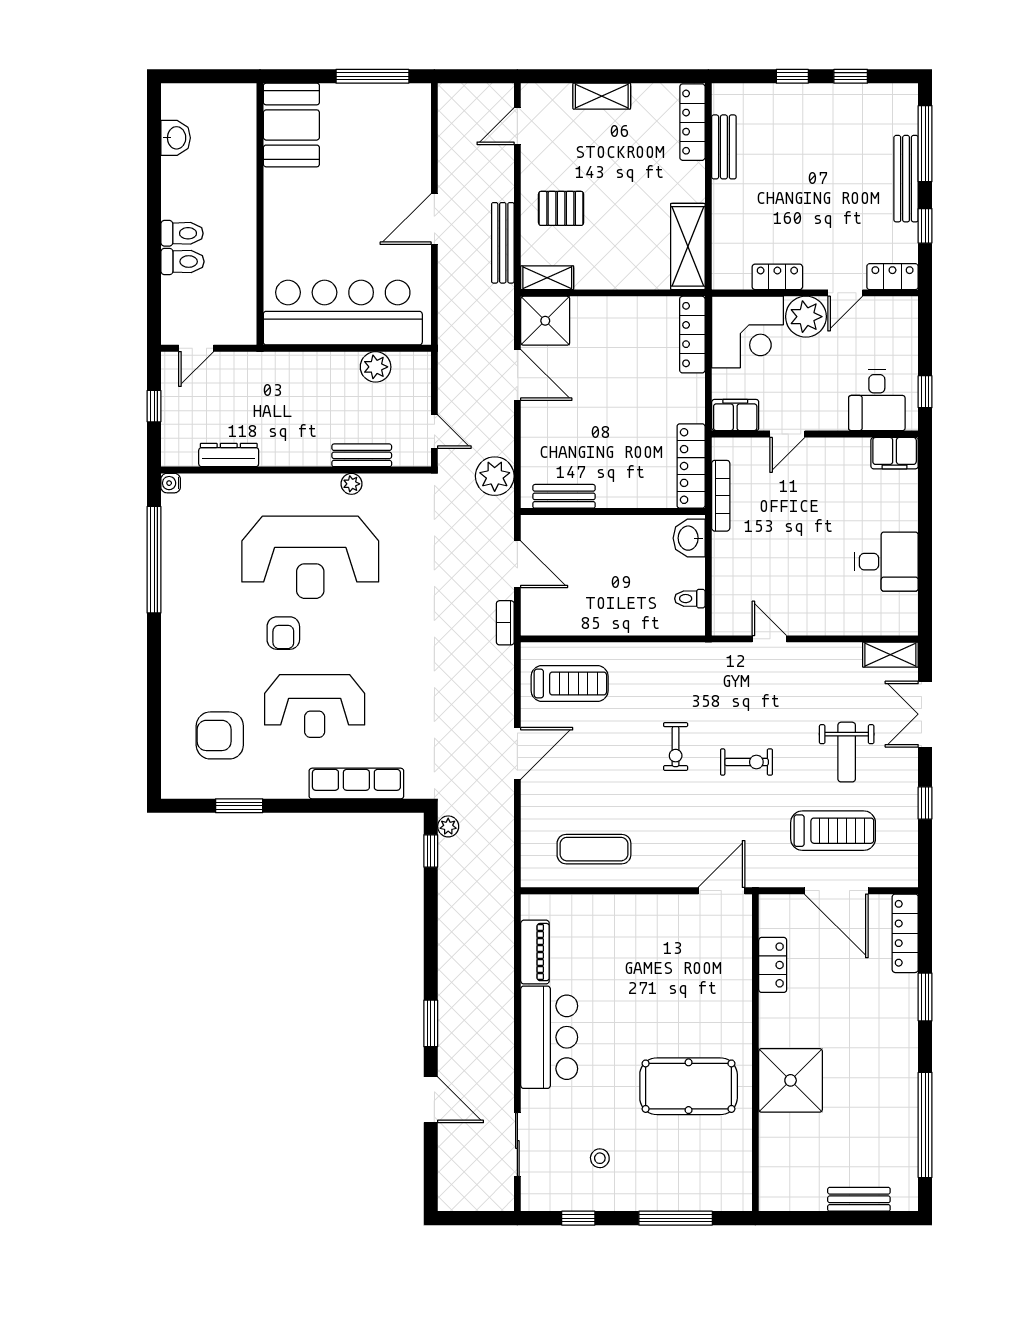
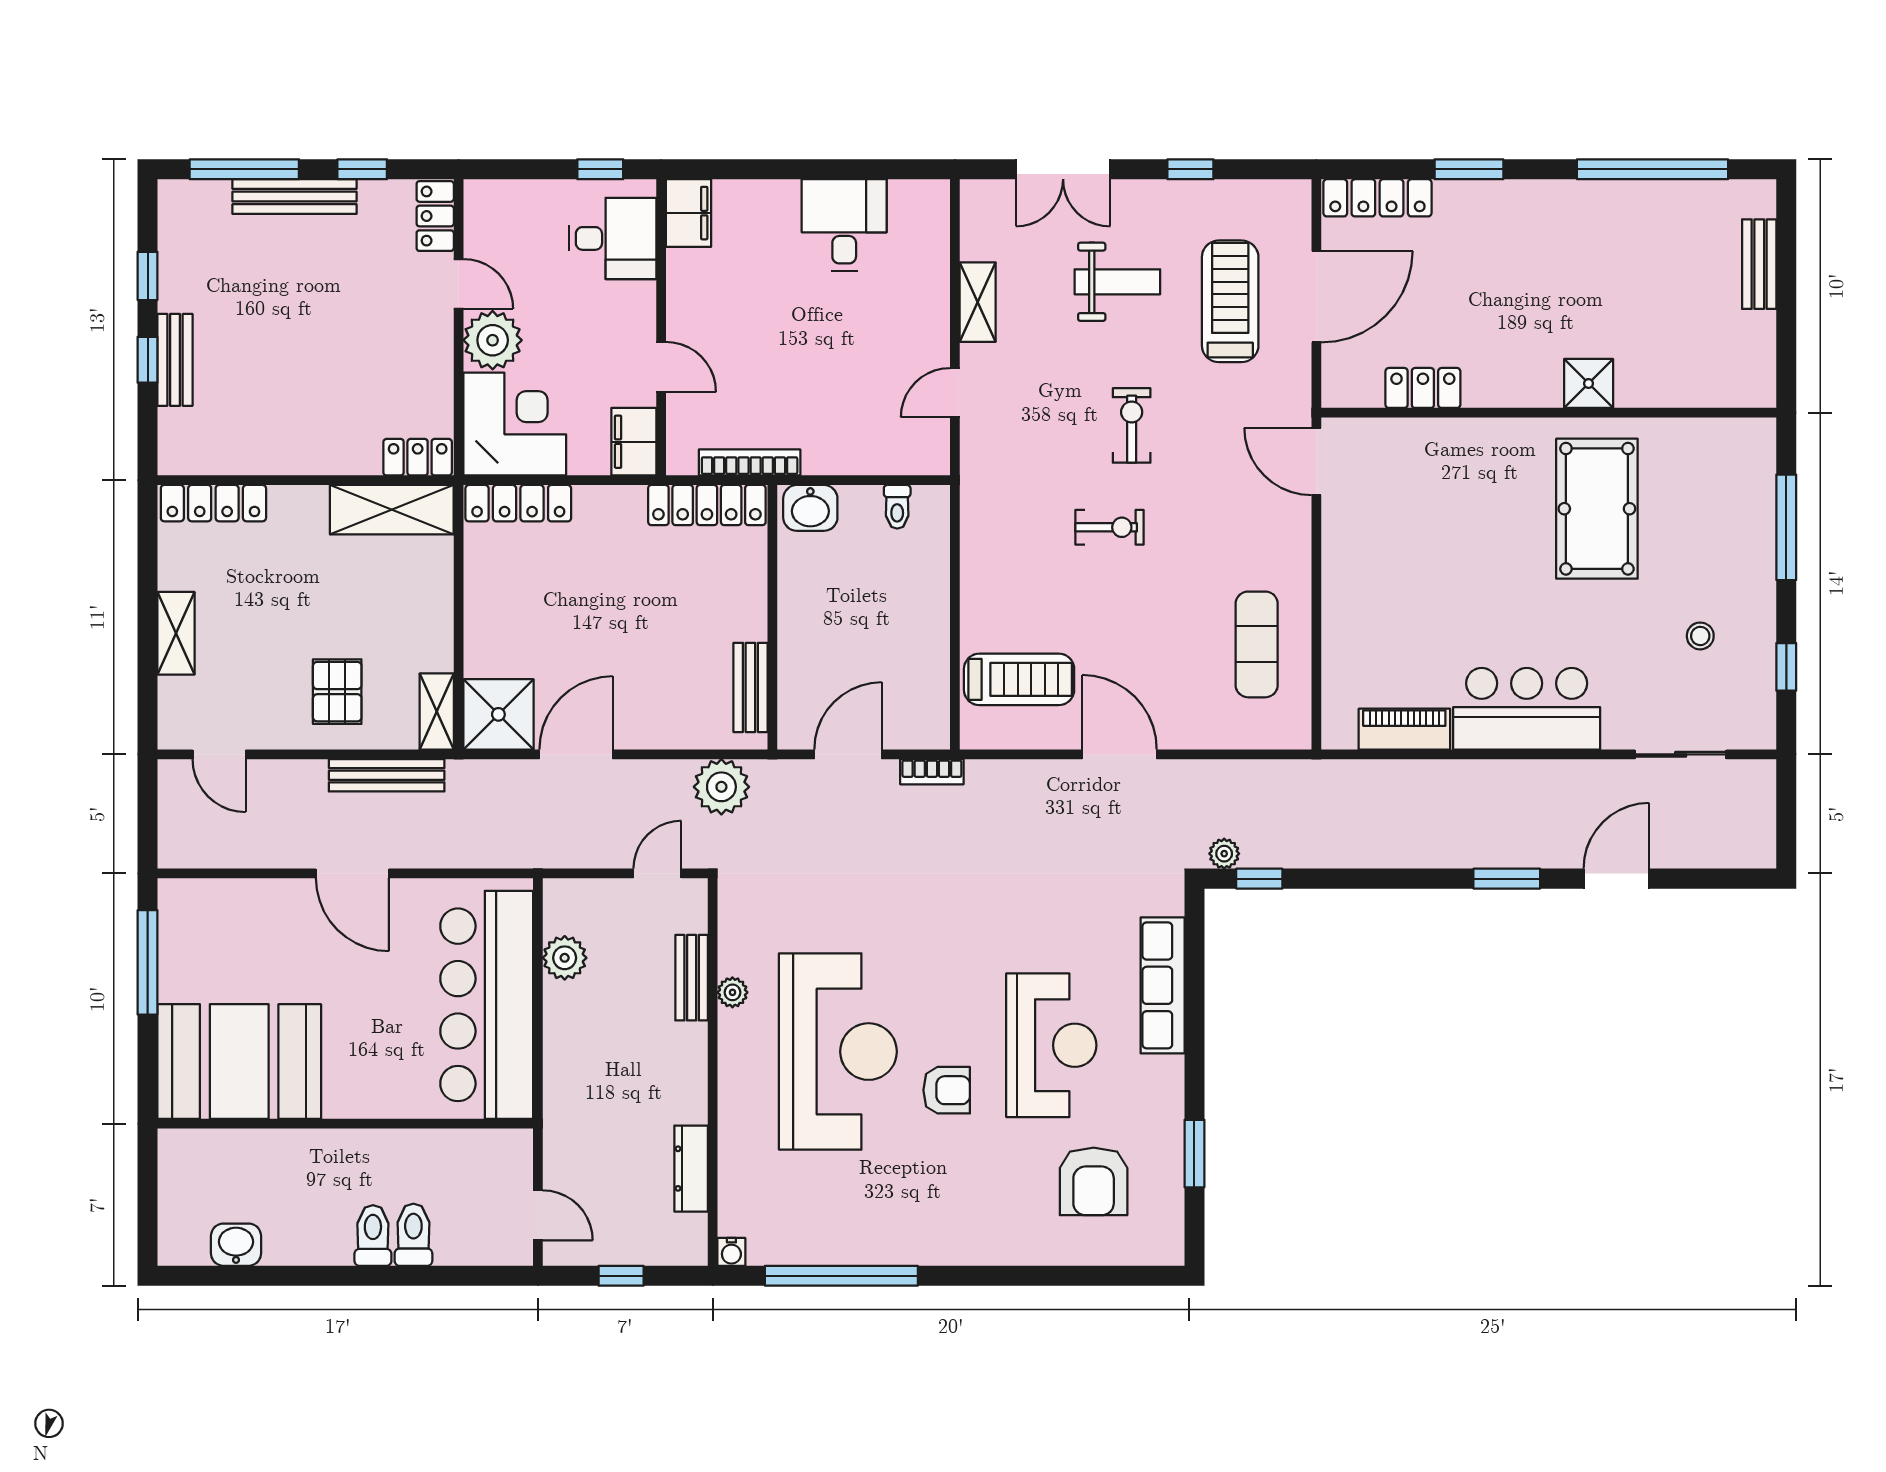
booth: (291, 125) -> (239, 1062), width x1.36, depth x1.42
bench: (724, 147) -> (175, 360), moved, turned 90
locker: (777, 277) -> (418, 457), moved, turned 90
shelving: (890, 655) -> (978, 302), moved
treadmill: (570, 684) -> (1019, 679), turned 90
shower: (791, 1080) -> (1589, 383), width x0.54, depth x0.54

